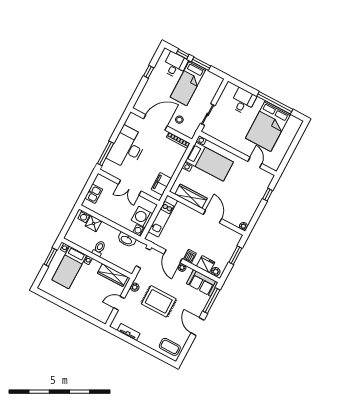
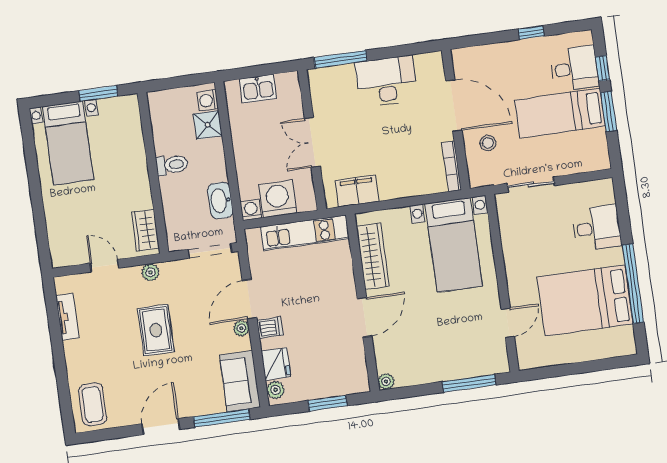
desk: (127, 148) -> (386, 81), width x0.73, depth x0.77
window: (268, 195) -> (469, 383), width x2.17
bed with nightstands: (69, 267) -> (68, 143), moved, turned -90
wardrobe: (113, 275) -> (145, 230), width x0.67
rug: (159, 301) -> (156, 330), width x0.73, depth x0.70

